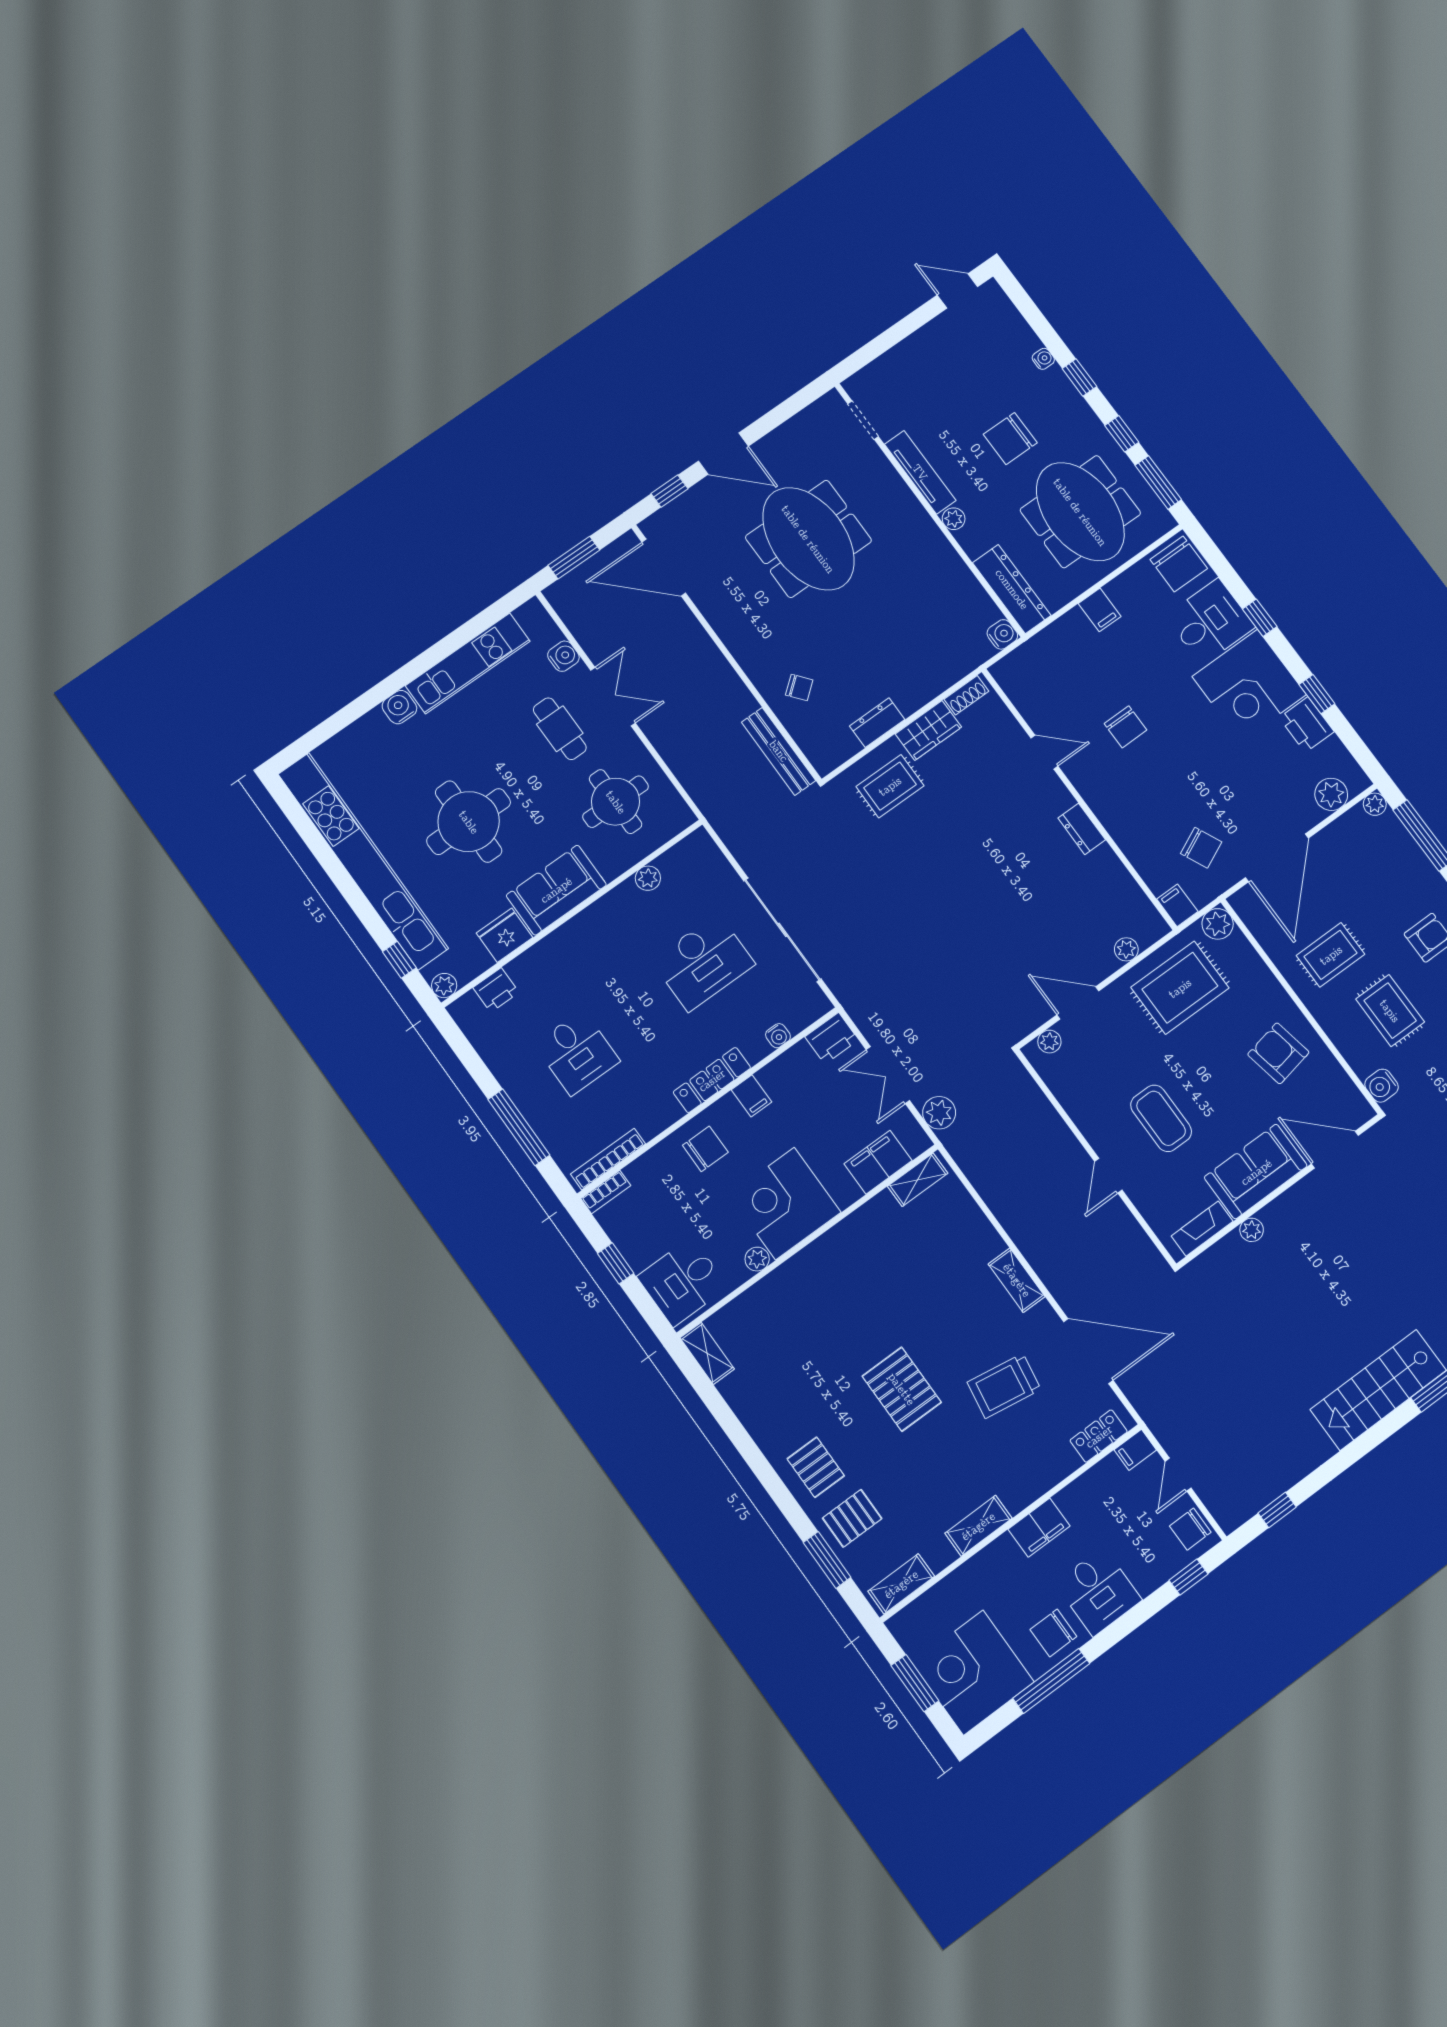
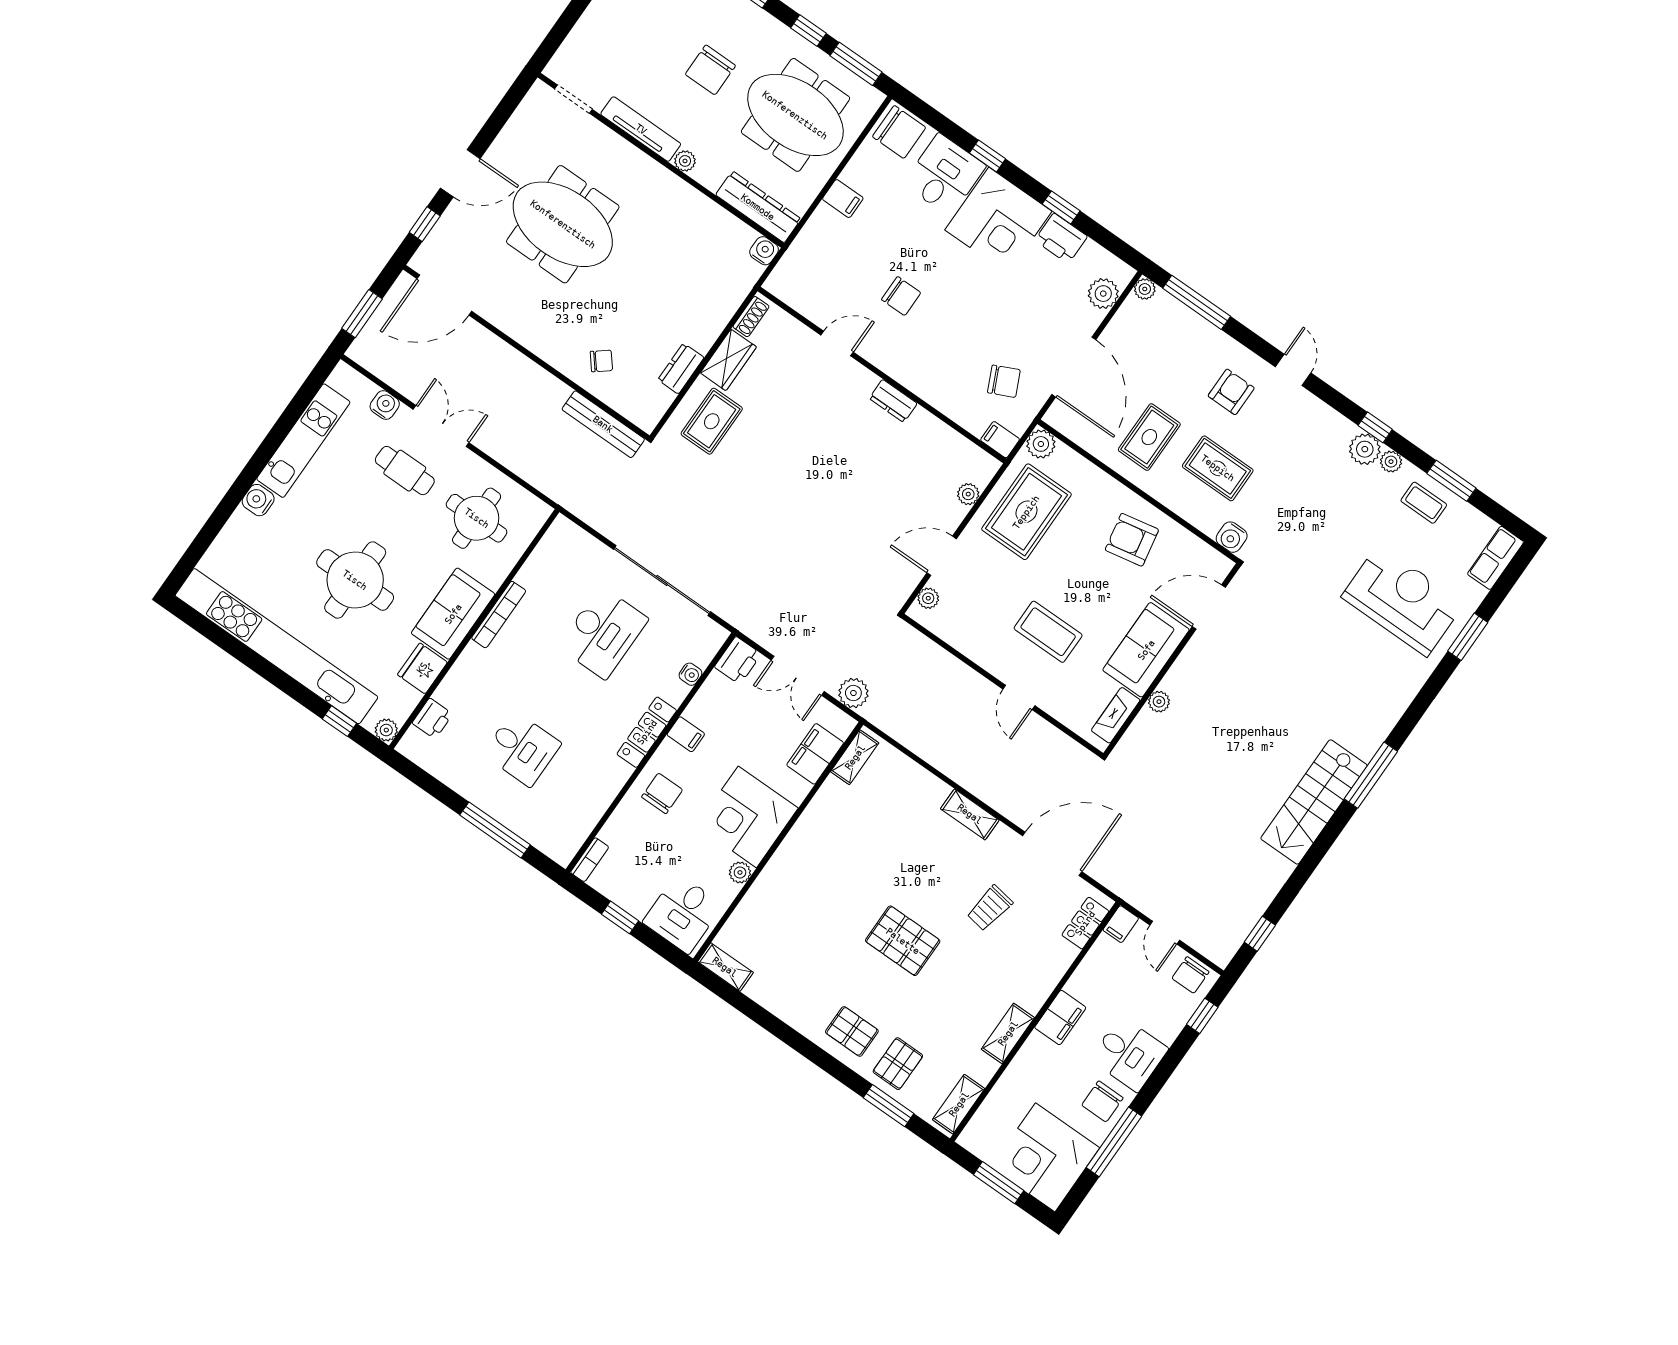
plant: (648, 878) -> (529, 576), removed
bookcase: (608, 1159) -> (499, 615), moved, turned 180
trolley: (1004, 1386) -> (990, 908), width x0.73, depth x0.72

